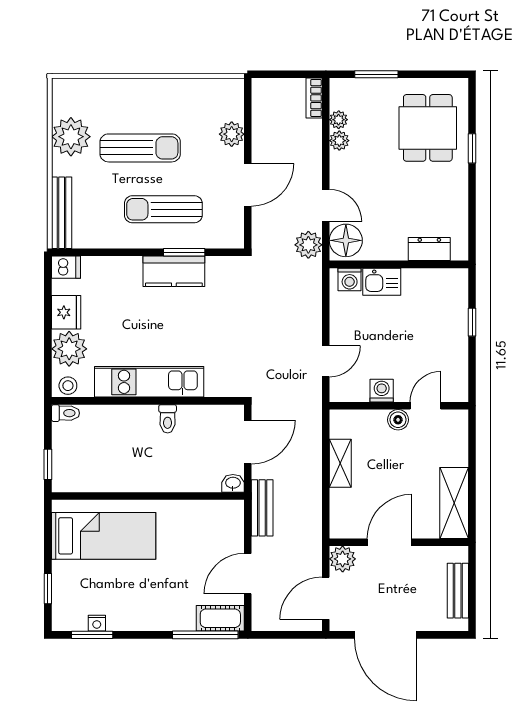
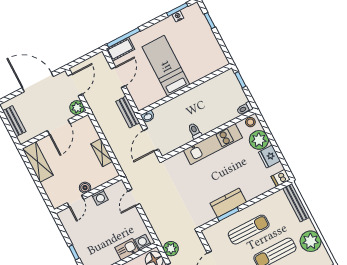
bed: (104, 536) -> (166, 66), moved, turned 90

